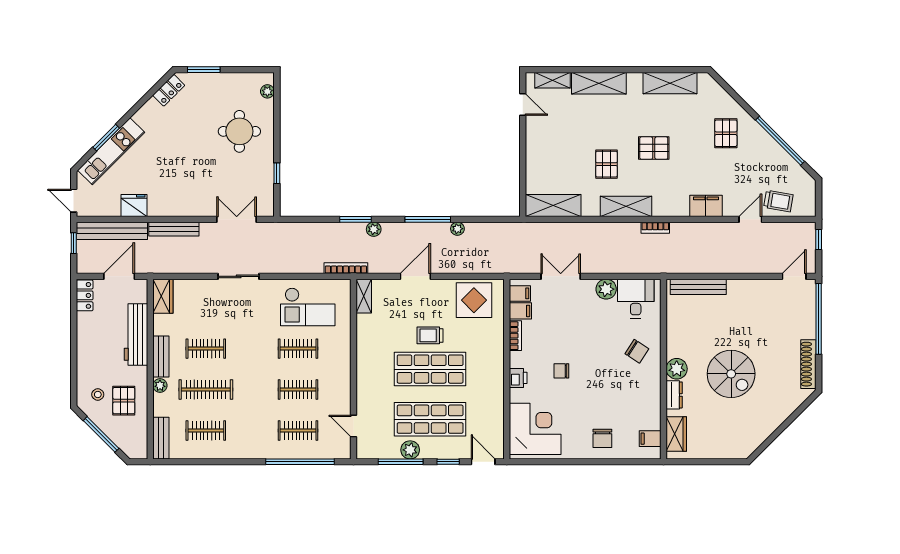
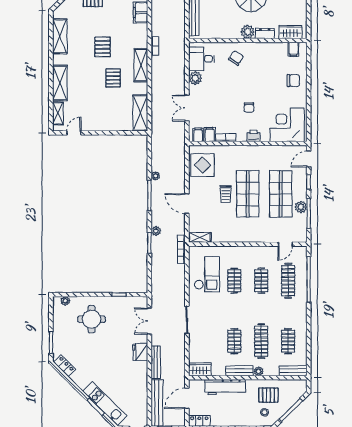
pallet: (606, 164) -> (113, 78), turned 90
fridge: (134, 206) -> (140, 352), moved
door: (119, 276) -> (187, 398), hinge flipped
clothes rail: (298, 430) -> (288, 281), width x1.36

